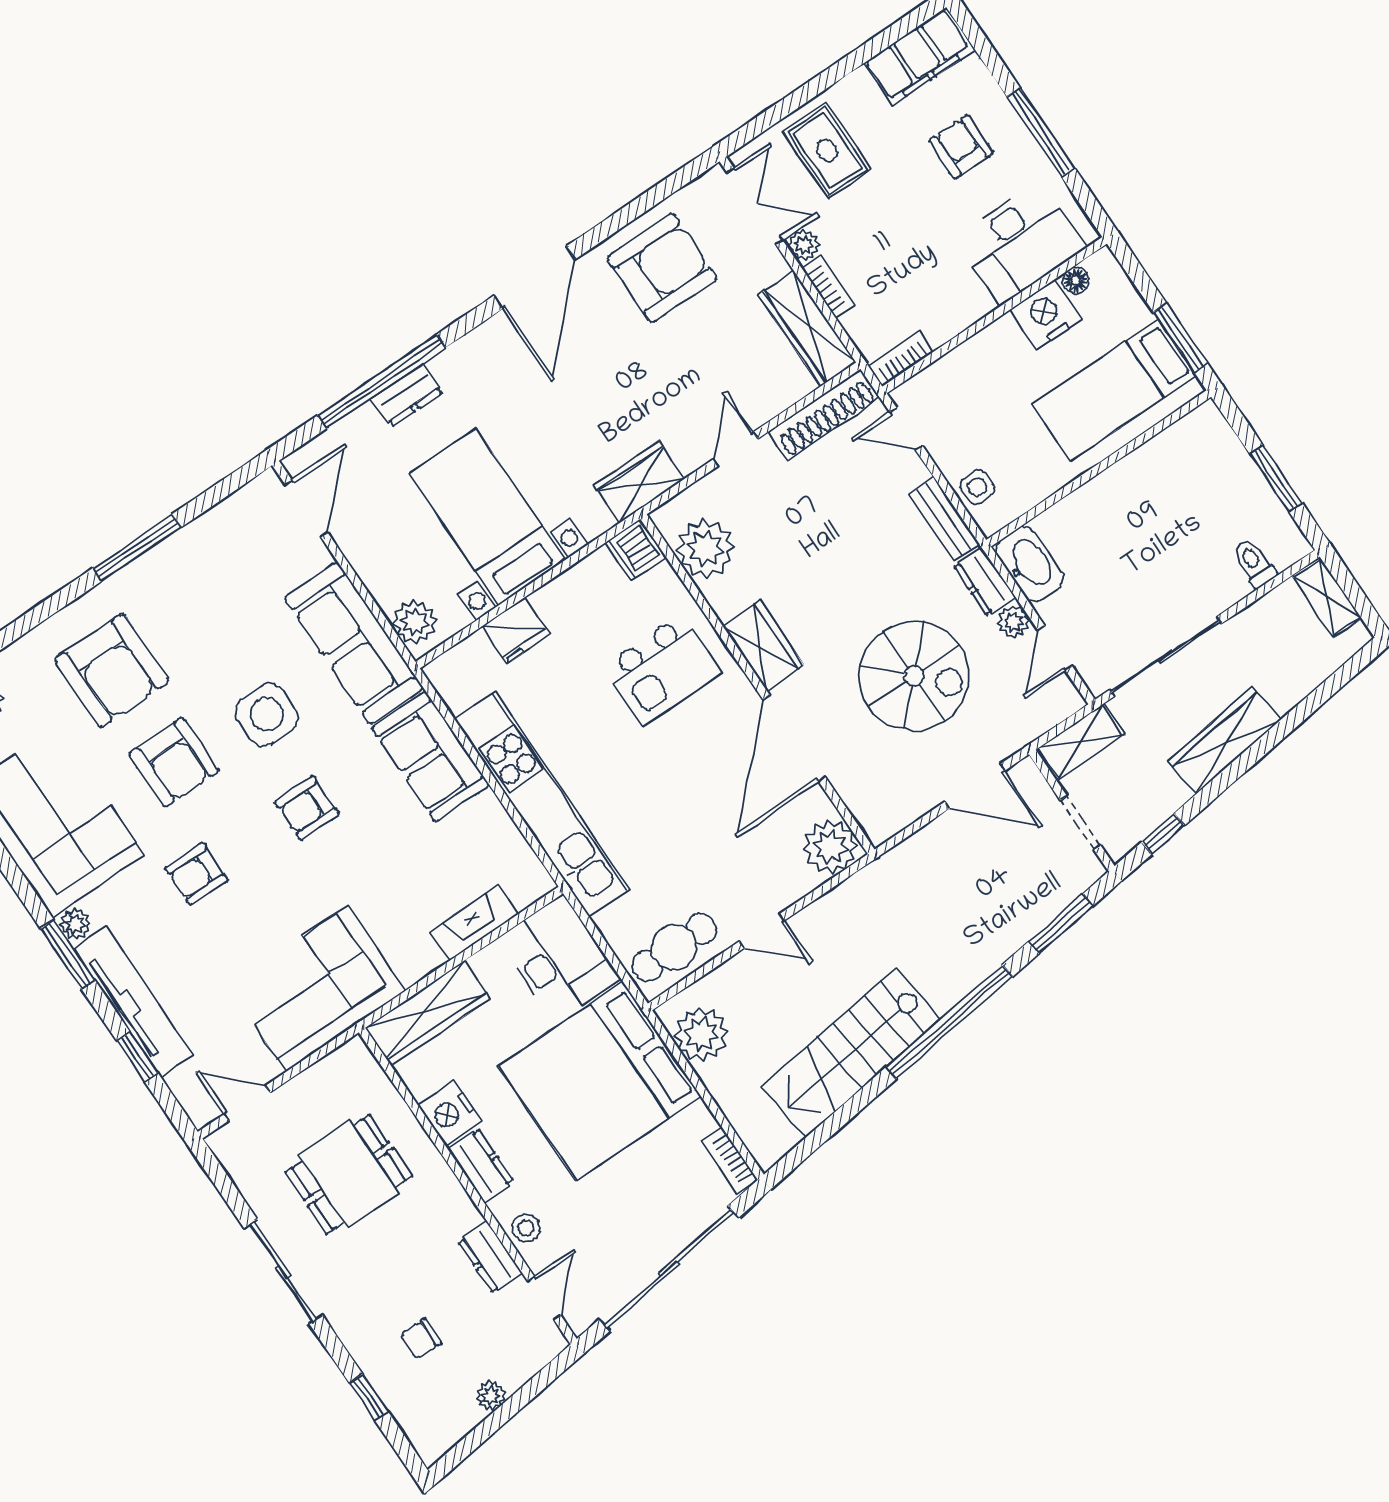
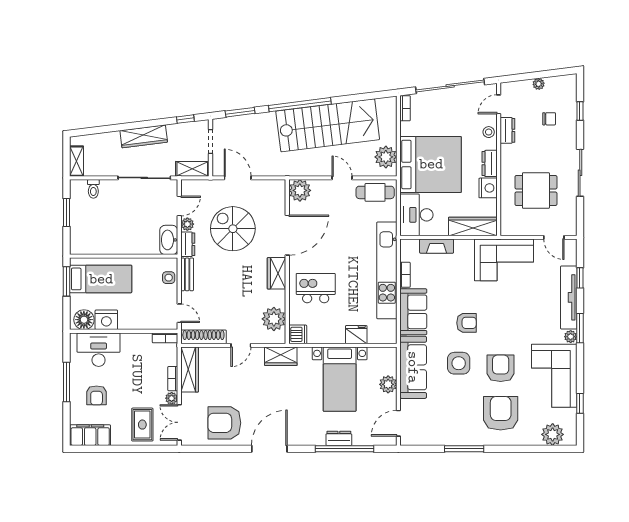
floor lamp: (1076, 281) -> (84, 320), width x1.89, depth x1.89
plant: (415, 622) -> (388, 384), moved
bookcase: (499, 821) -> (405, 275), added
armchair: (196, 874) -> (519, 326), removed
stairs: (851, 1053) -> (328, 125), width x1.36, depth x1.51

